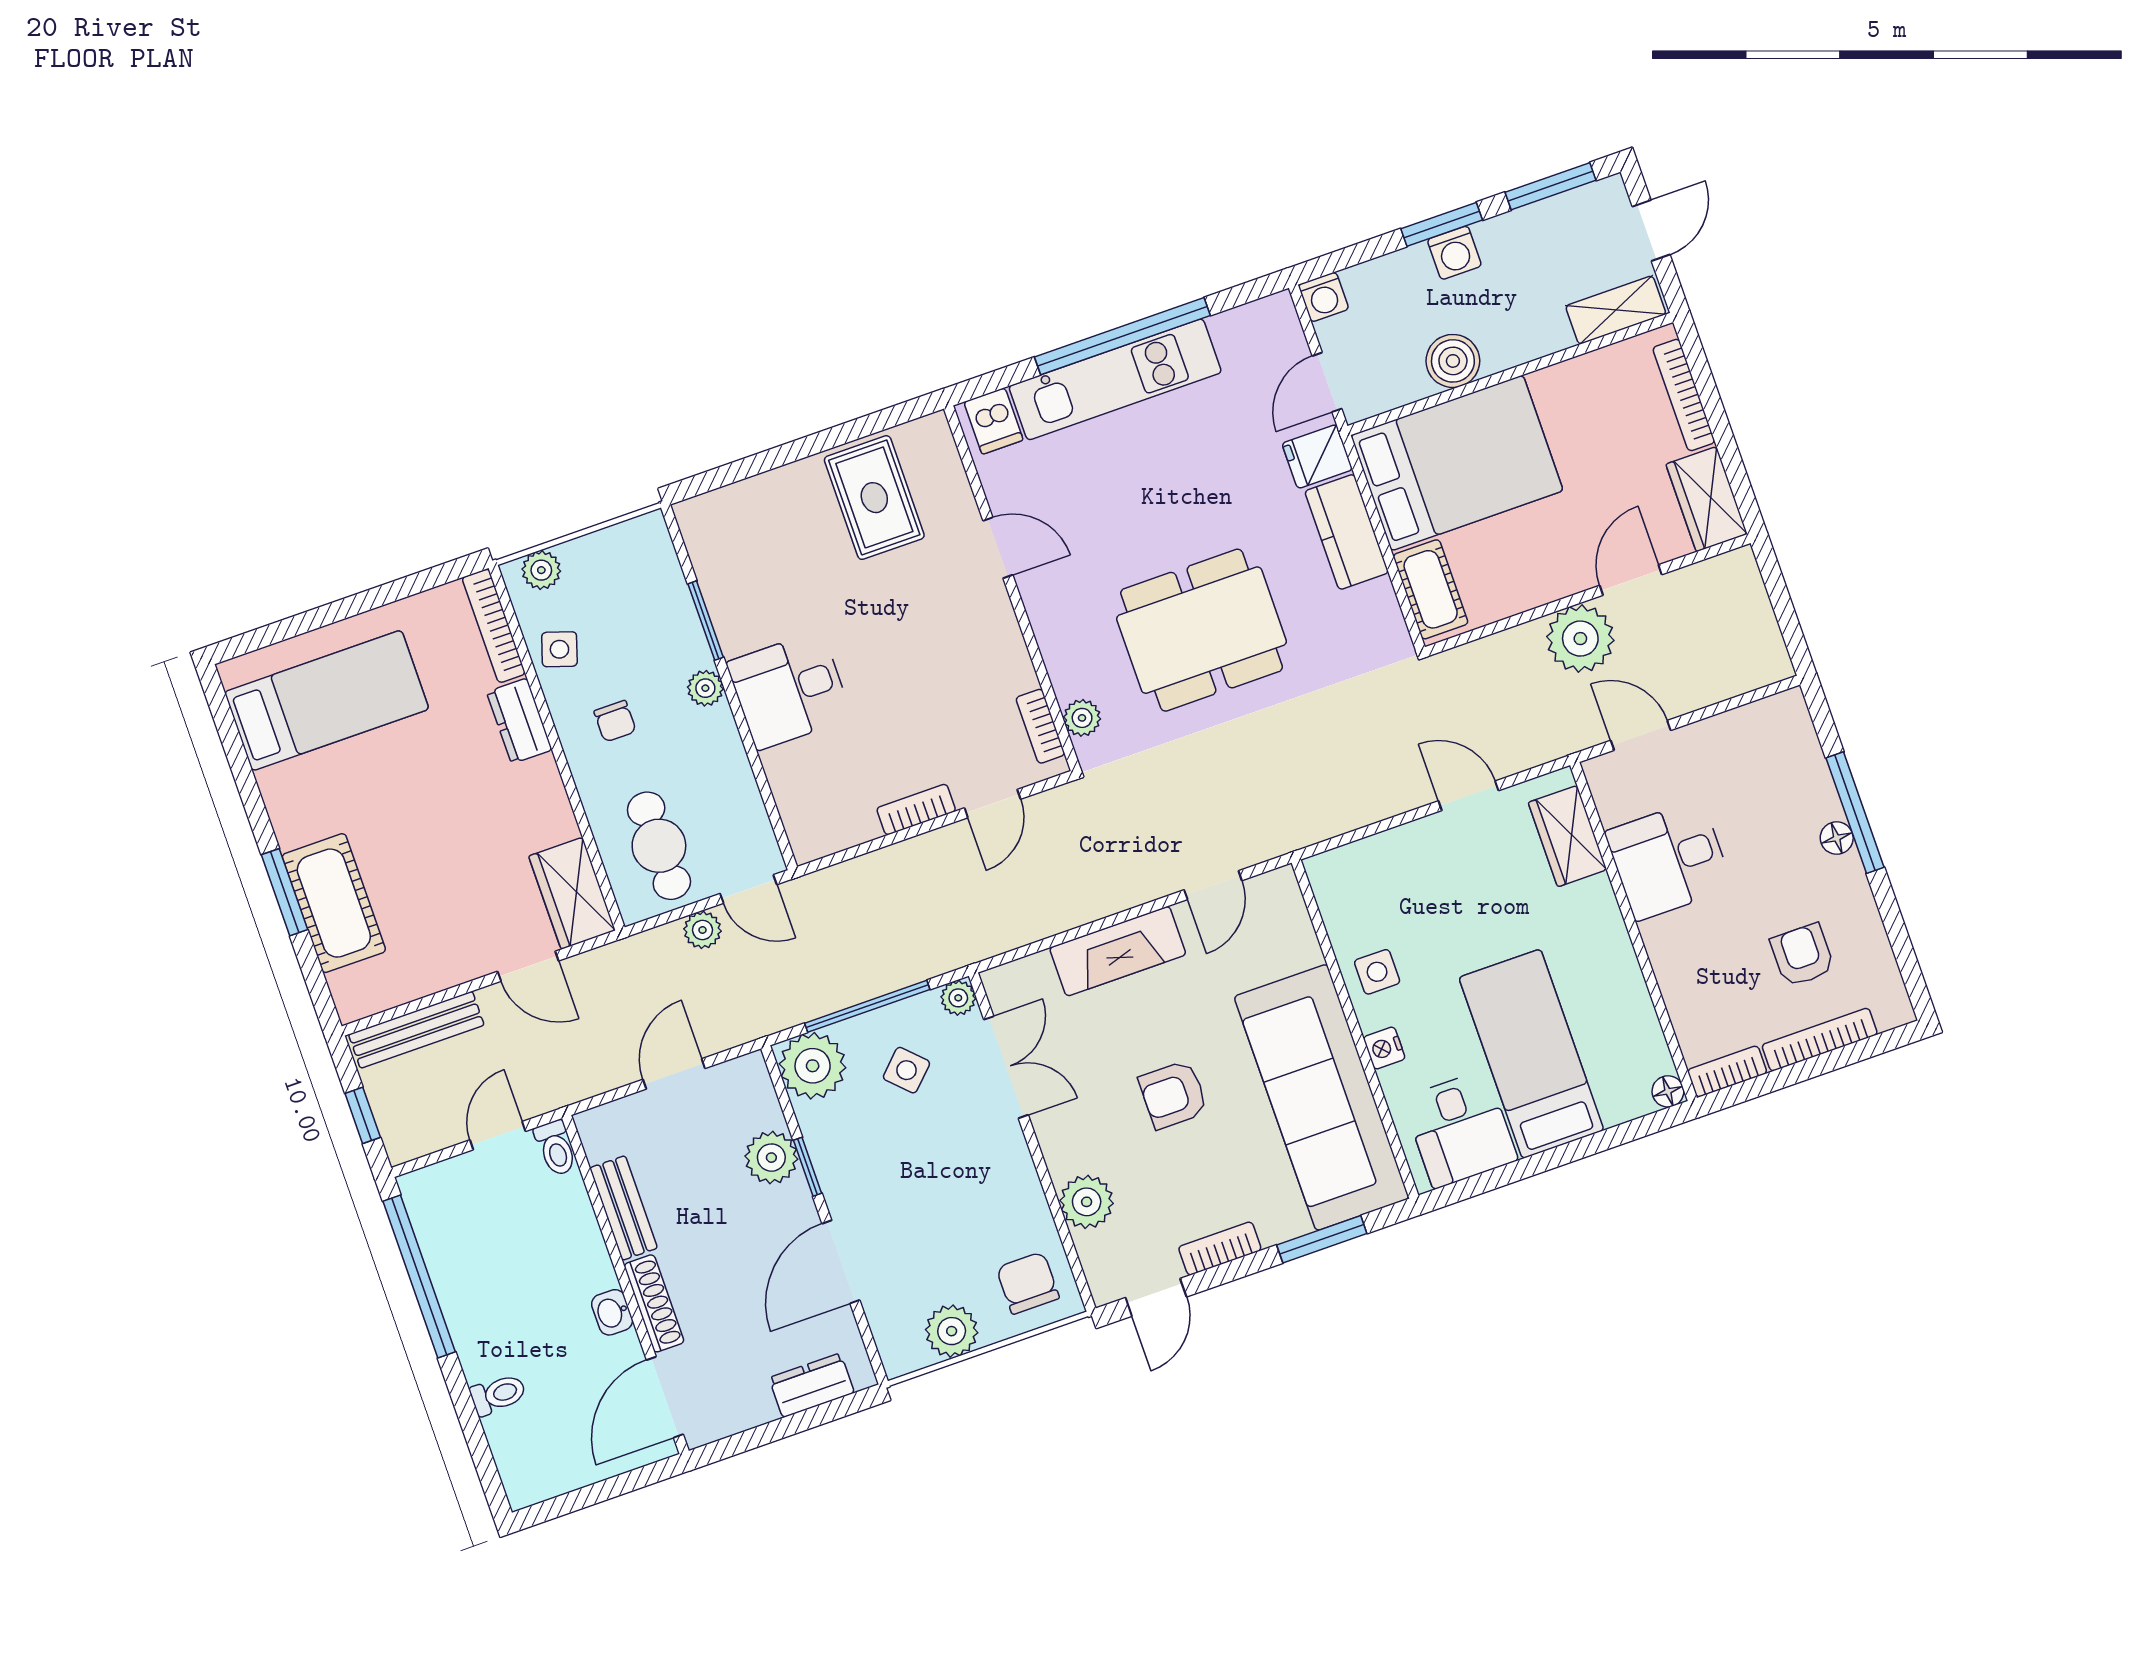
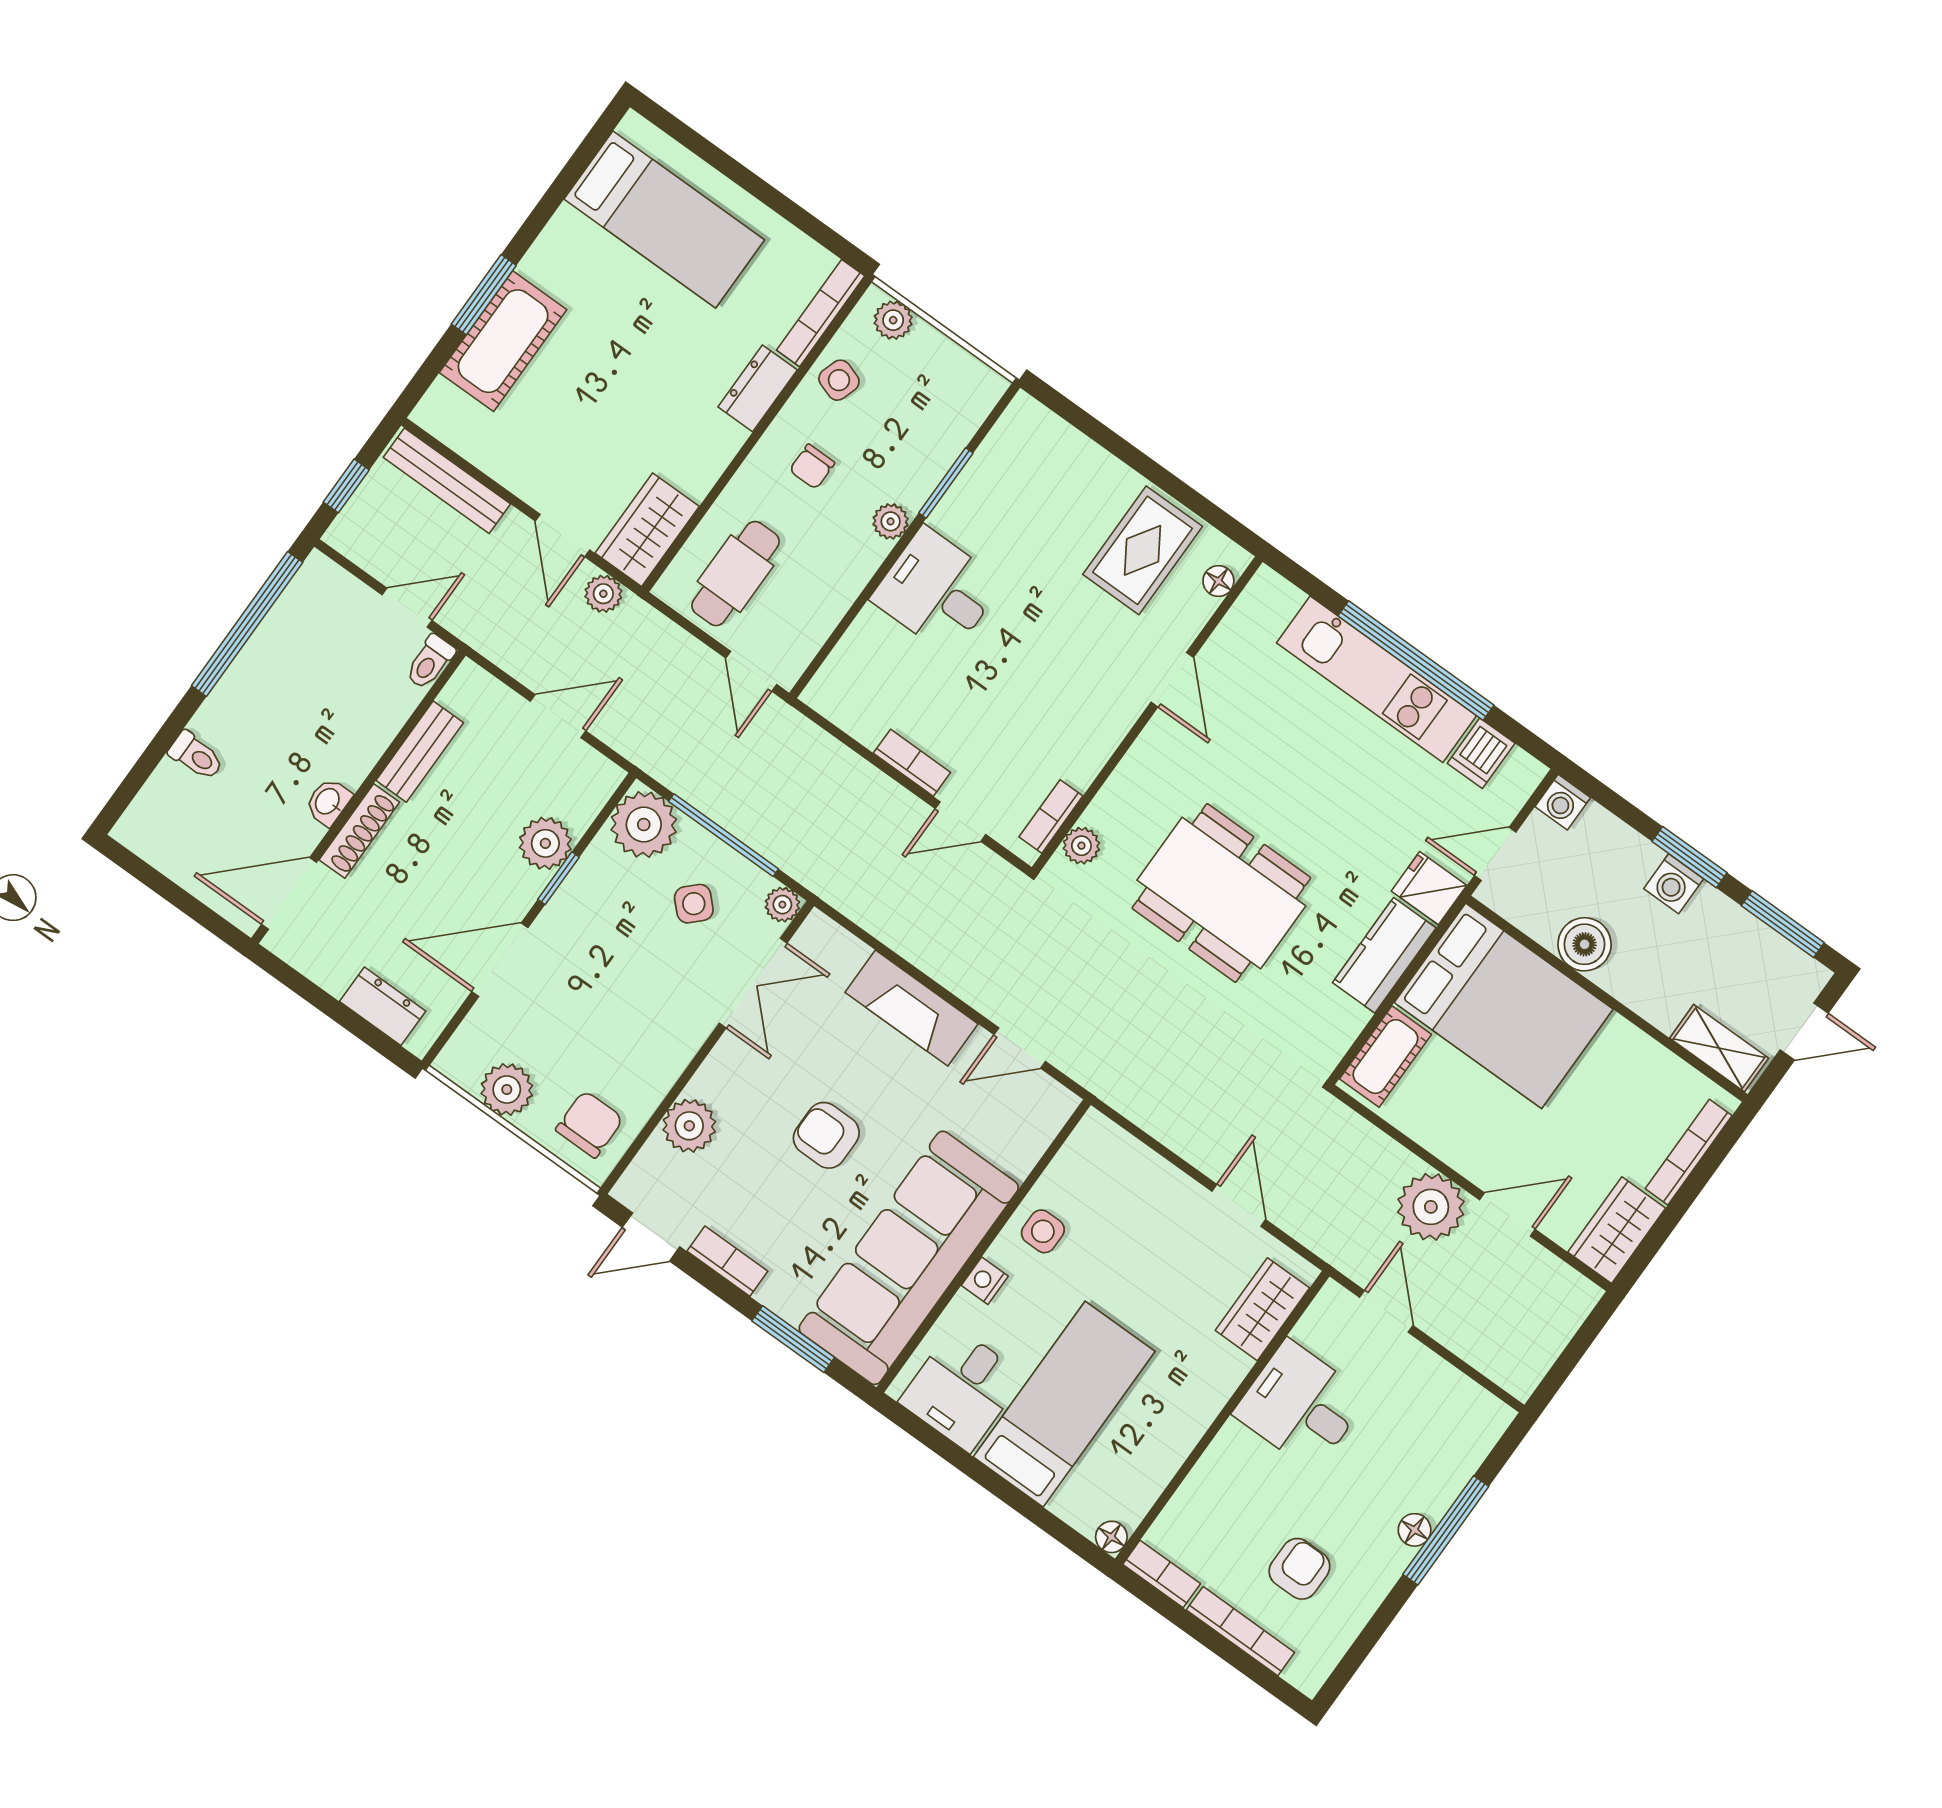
dishwasher: (993, 421) -> (1481, 753), moved
floor lamp: (943, 453) -> (1218, 581), added
plant: (702, 930) -> (603, 594), moved

